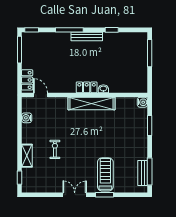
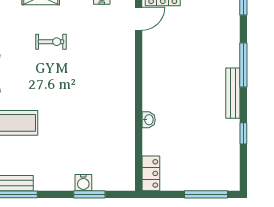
locker: (87, 87) -> (151, 173), moved
water cooler: (142, 102) -> (83, 183), moved
shelving: (92, 104) -> (125, 101), removed

